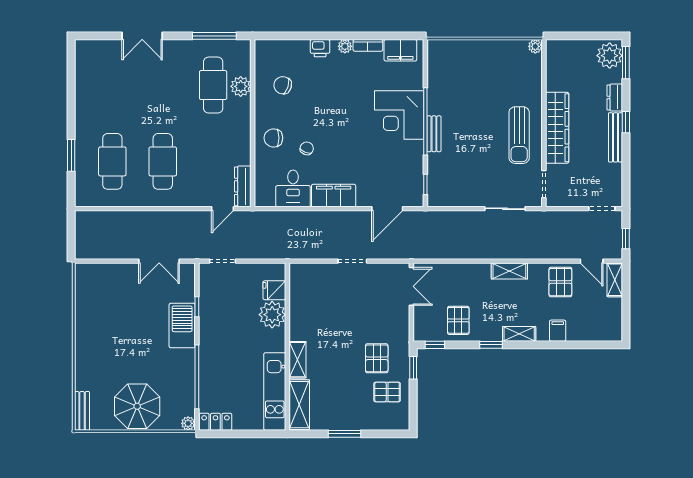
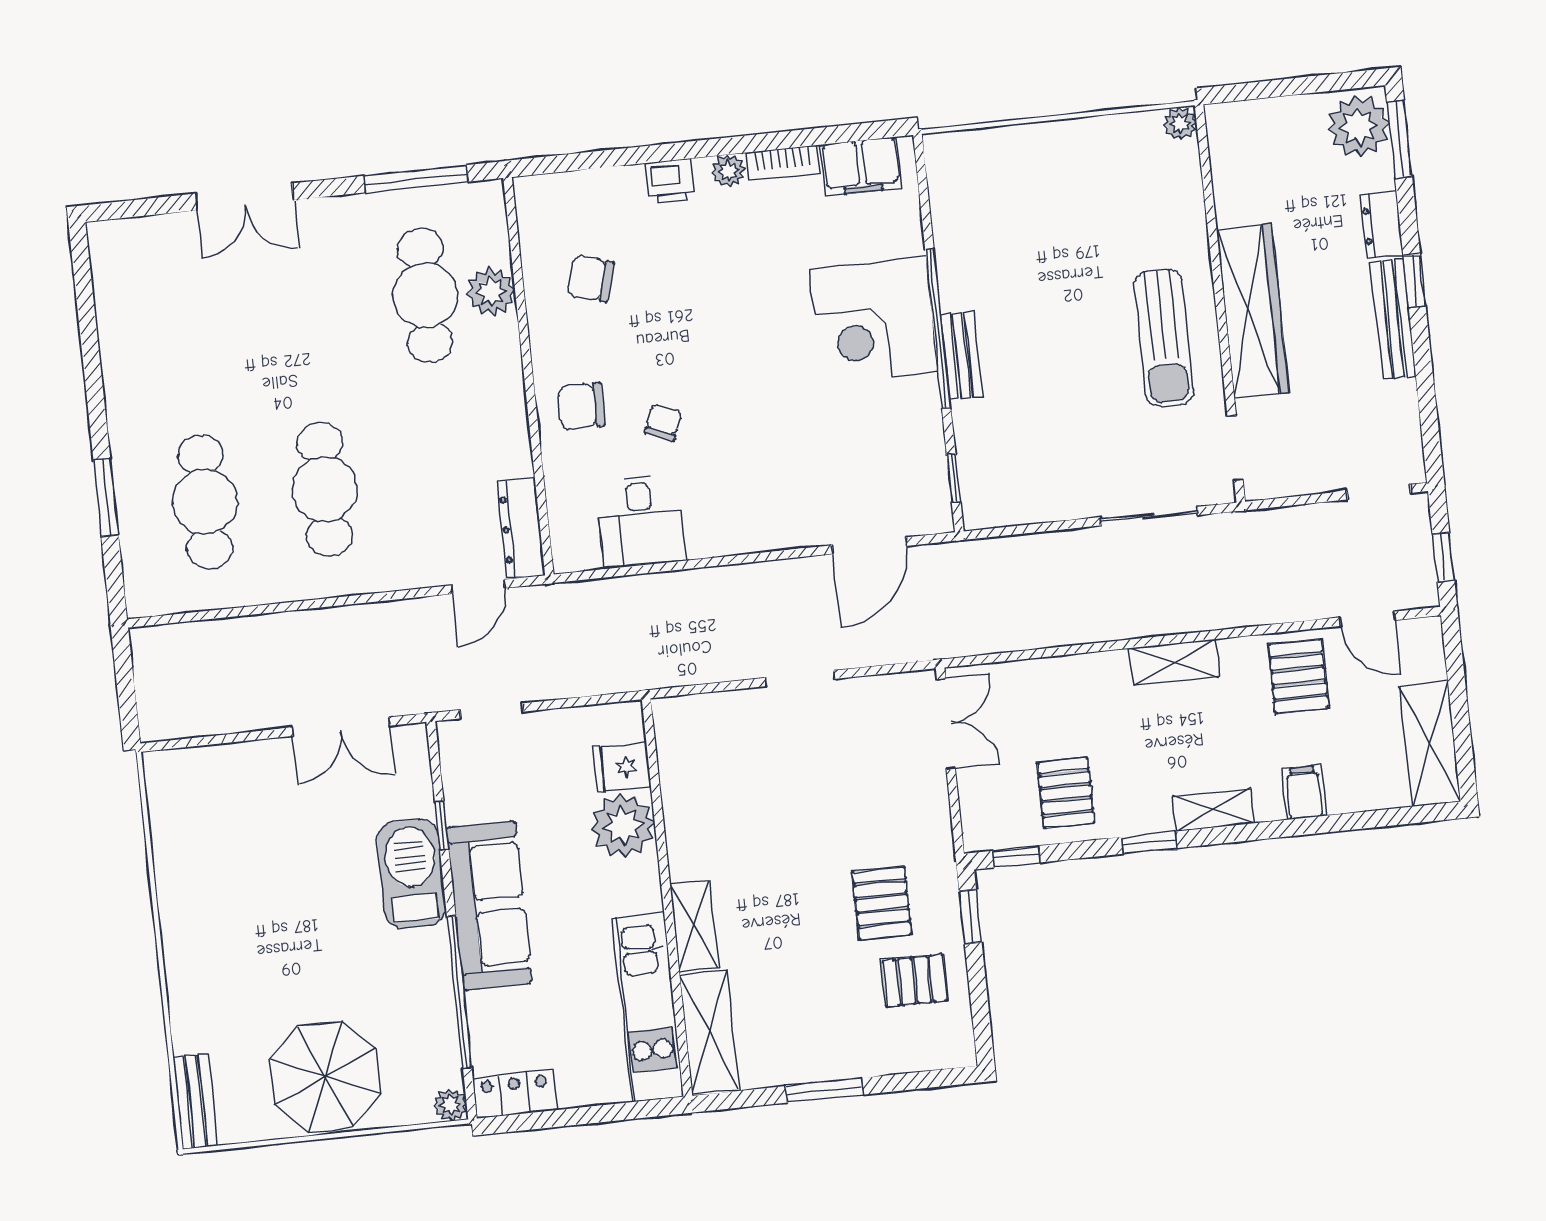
filing cabinet: (334, 196) -> (739, 528), removed
shelving: (615, 280) -> (1430, 744), moved, width x1.50, depth x1.33
sofa: (213, 342) -> (489, 905), added

